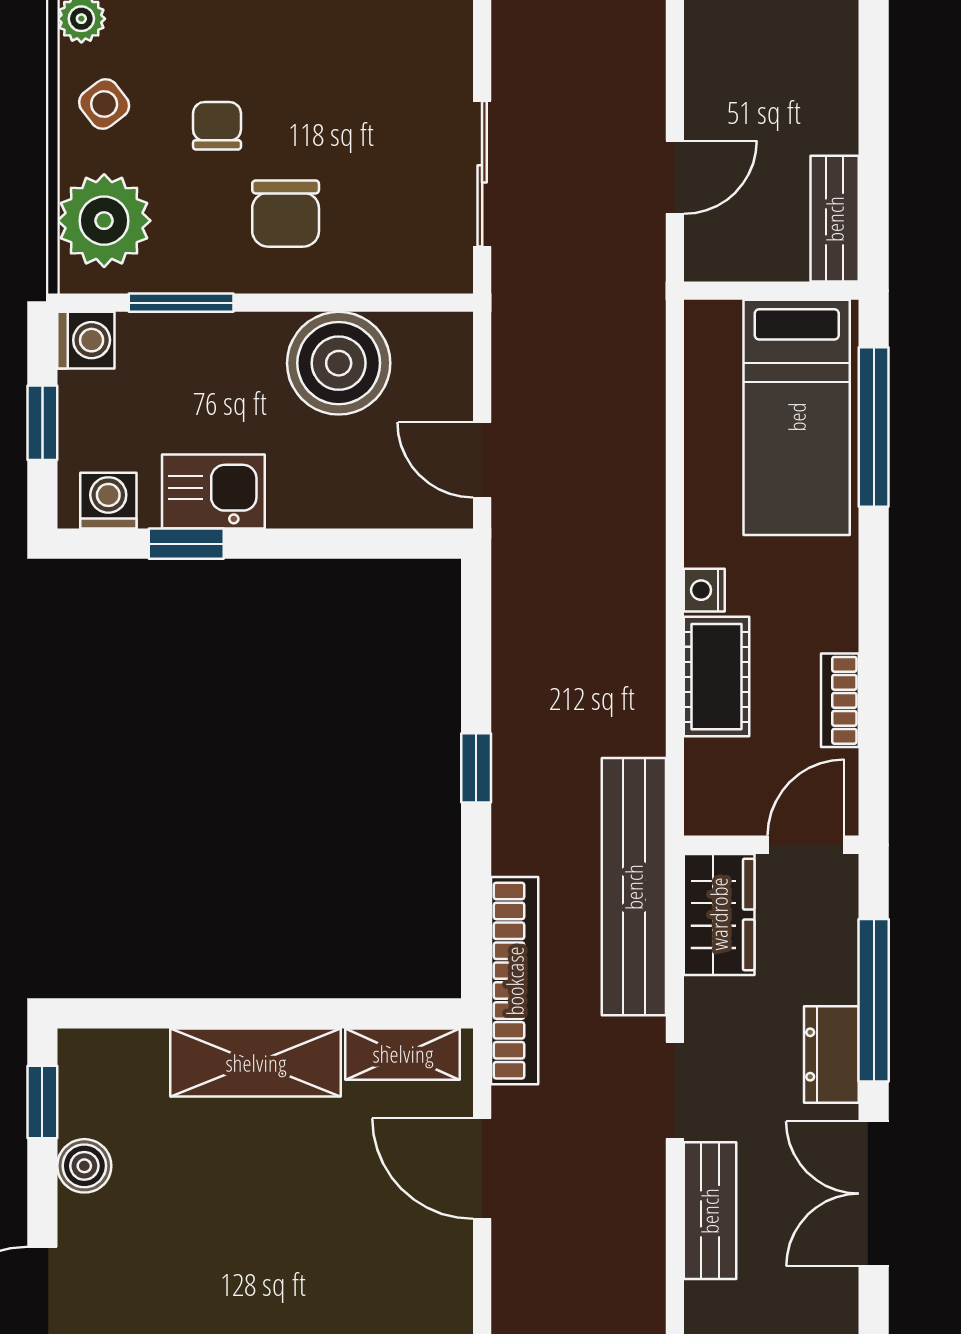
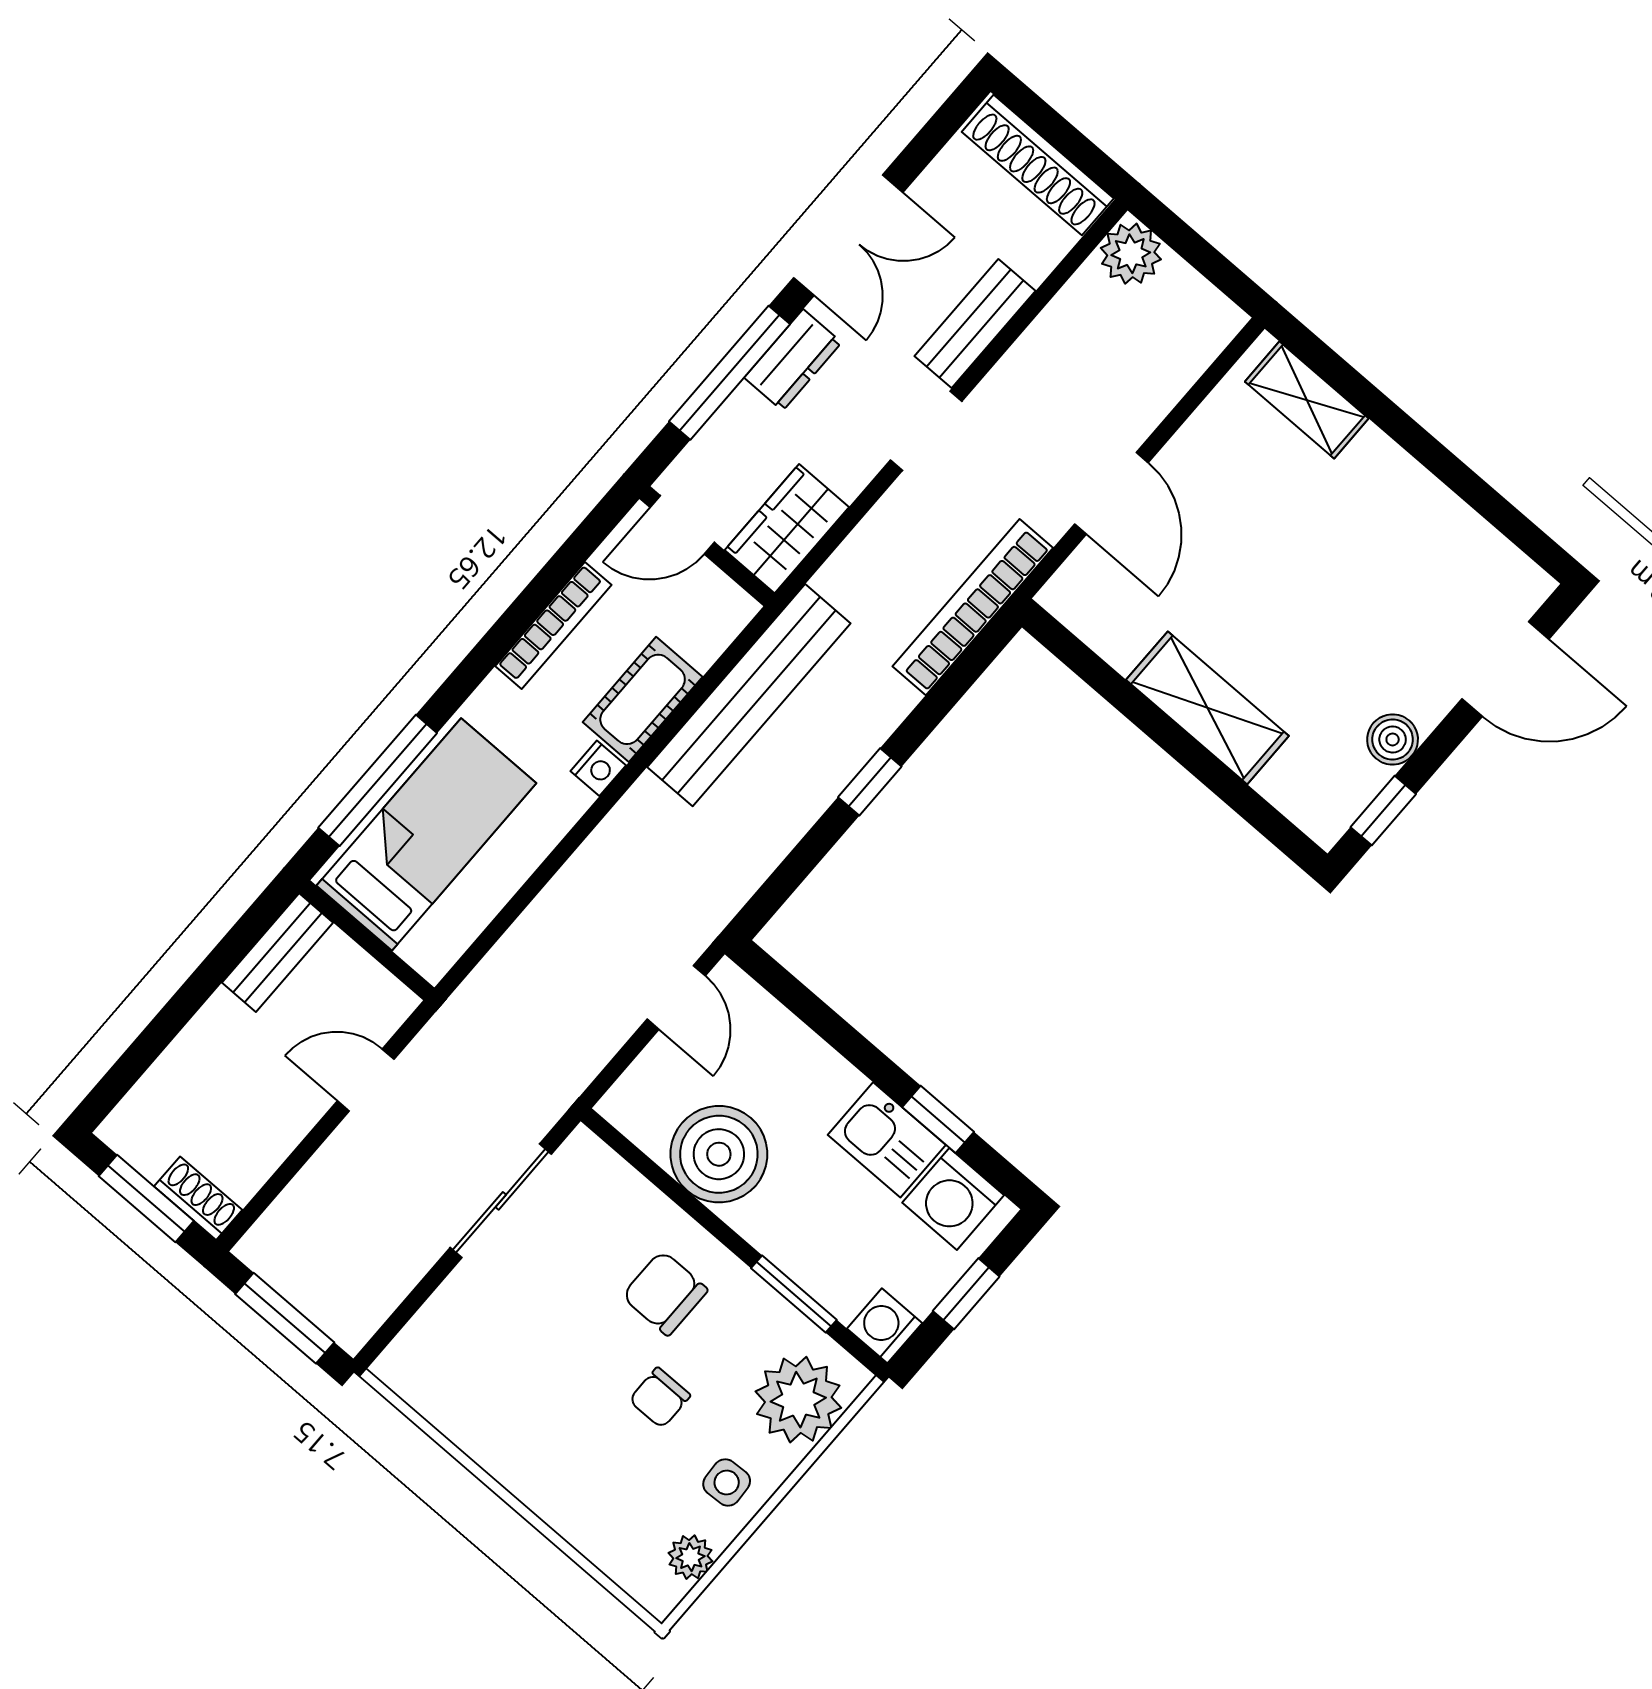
side table: (104, 104) -> (727, 1482), turned 35
chair: (286, 214) -> (665, 1293), turned -90
washing machine: (108, 501) -> (953, 1199), width x1.38, depth x1.38
bookcase: (840, 700) -> (553, 625), width x1.56
bench: (634, 887) -> (749, 695), moved
shelving: (403, 1054) -> (1098, 624), removed

